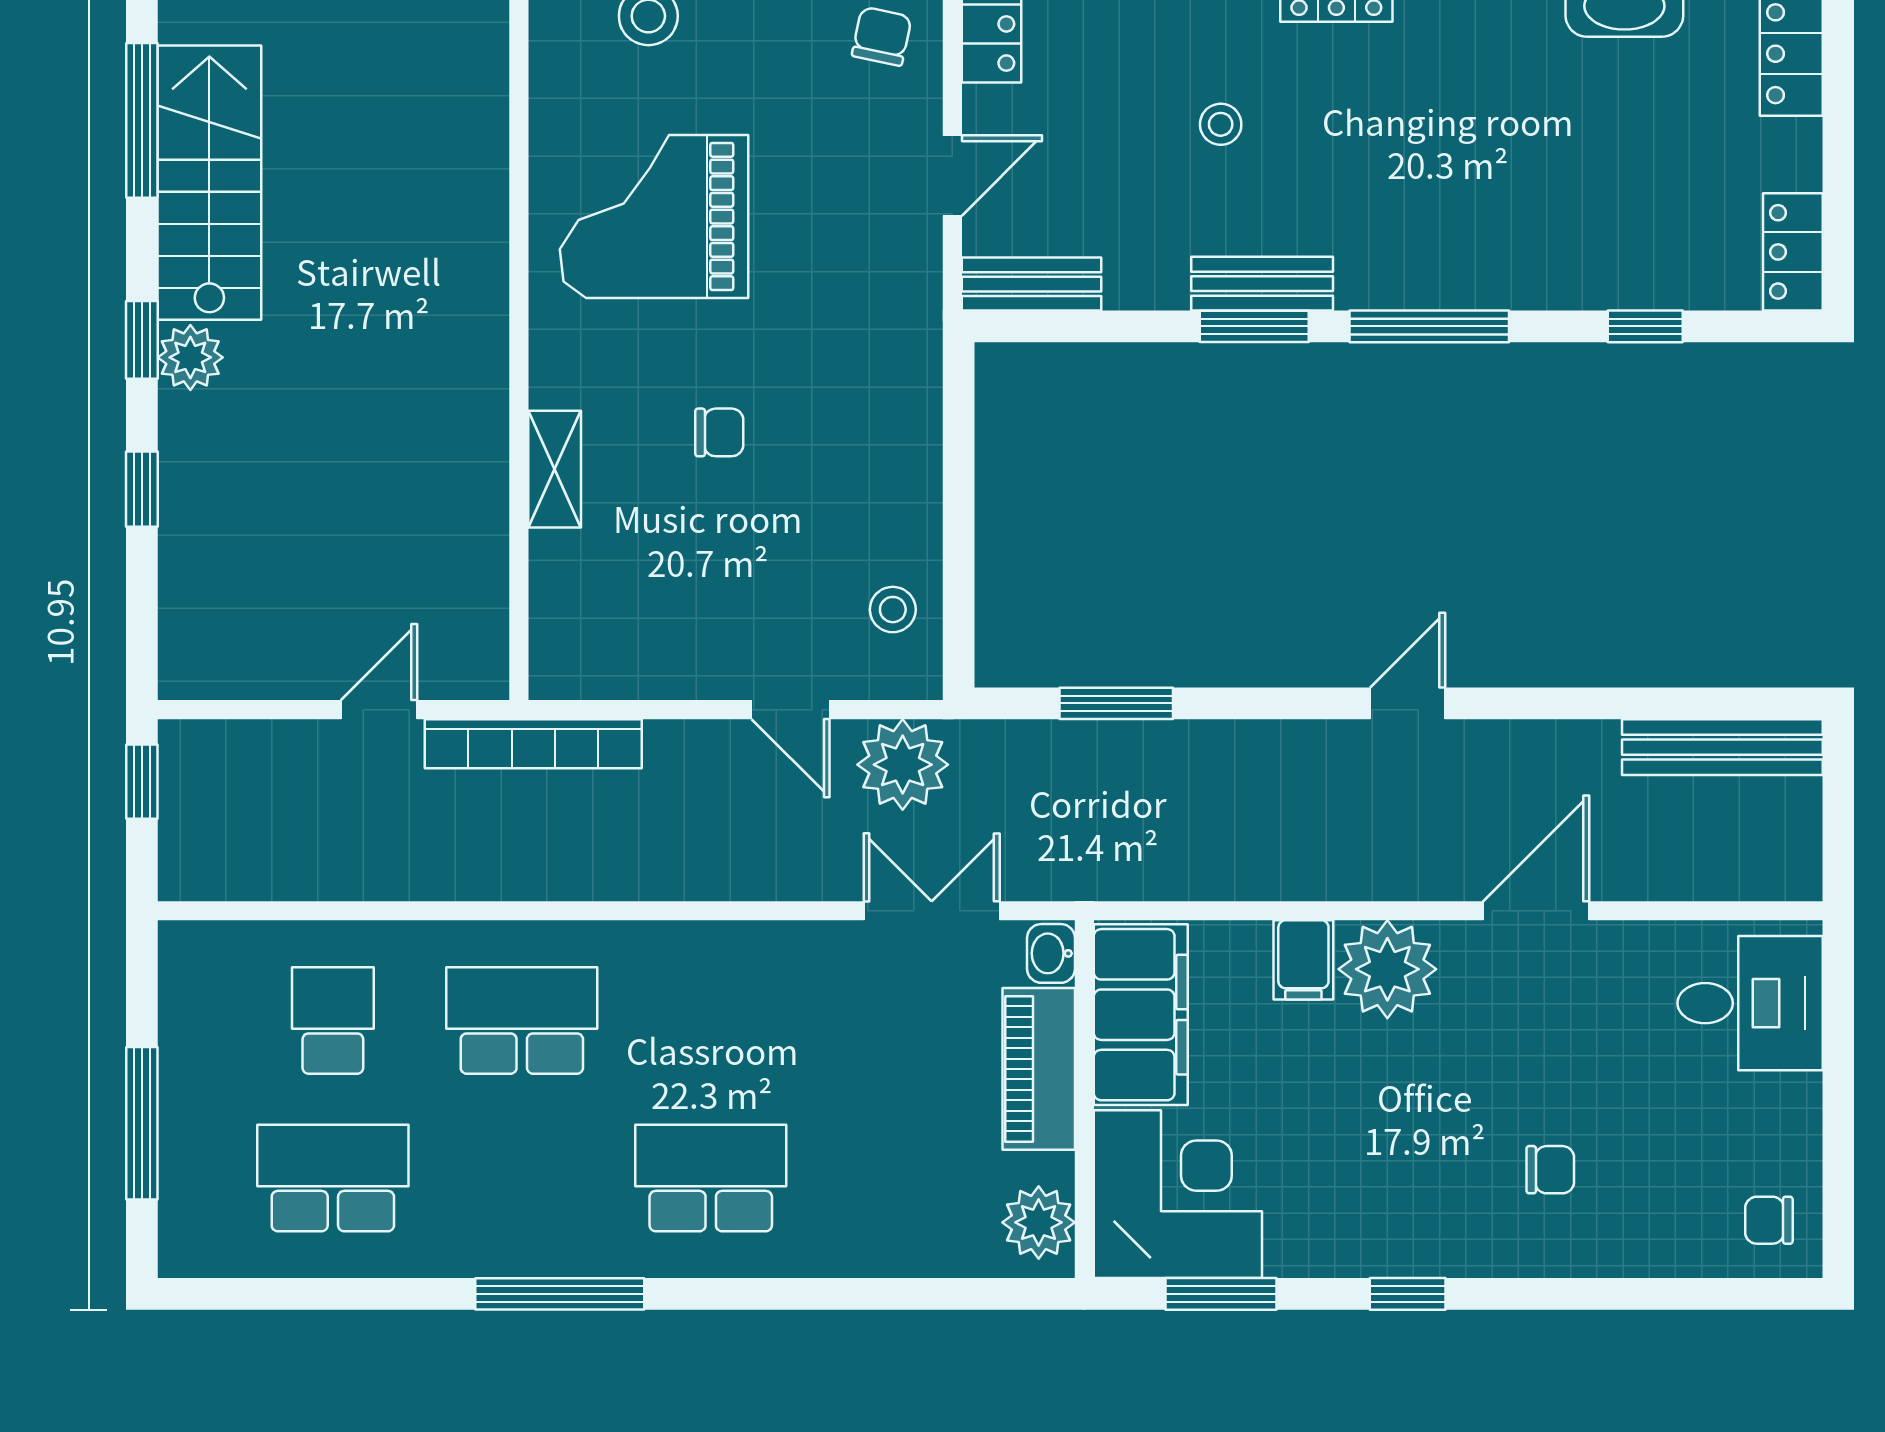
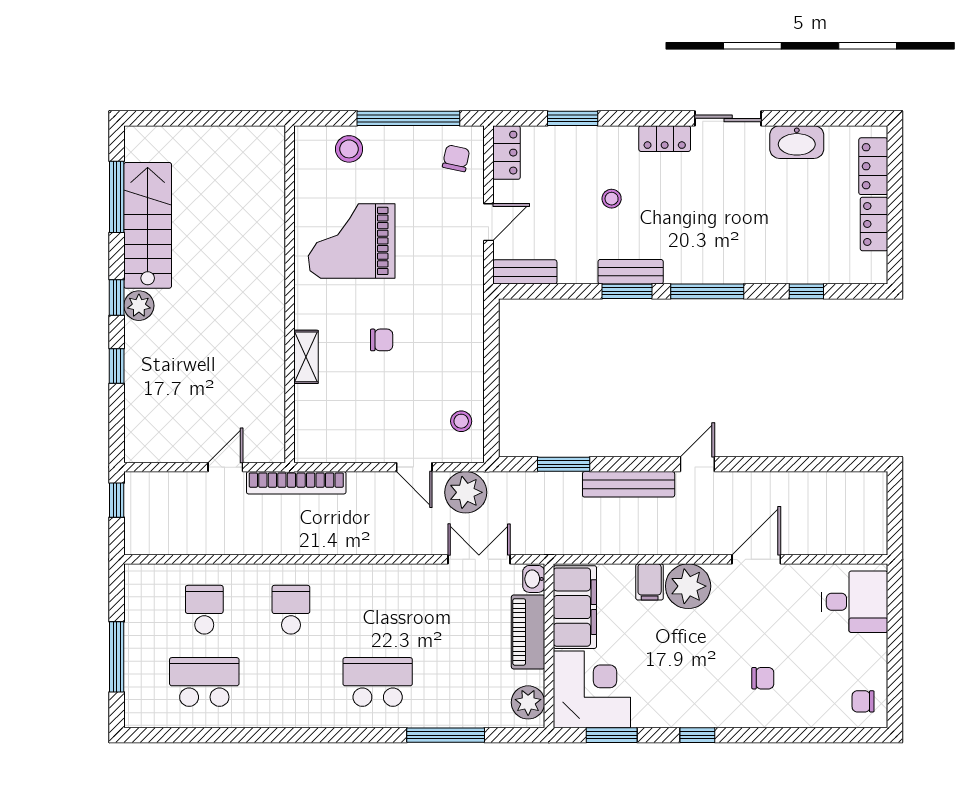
locker: (1793, 252) -> (874, 224), moved
bench: (1722, 747) -> (629, 484), moved
school desk: (522, 1020) -> (291, 610), width x0.54
window: (560, 1294) -> (446, 735), moved

